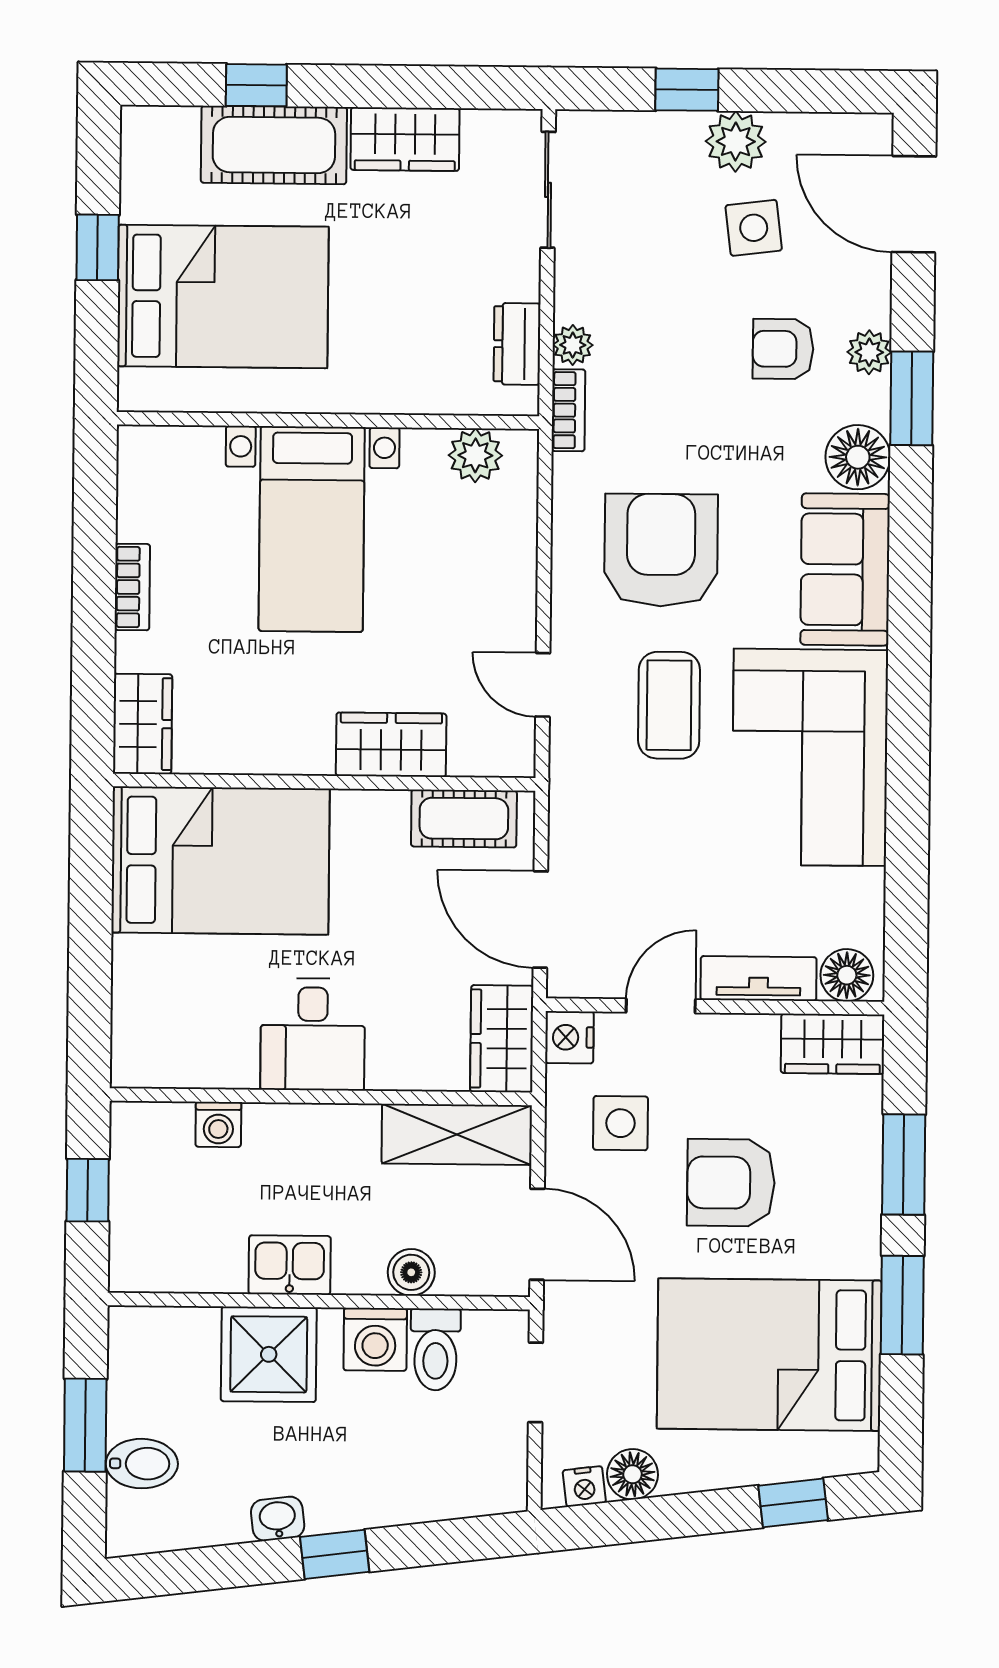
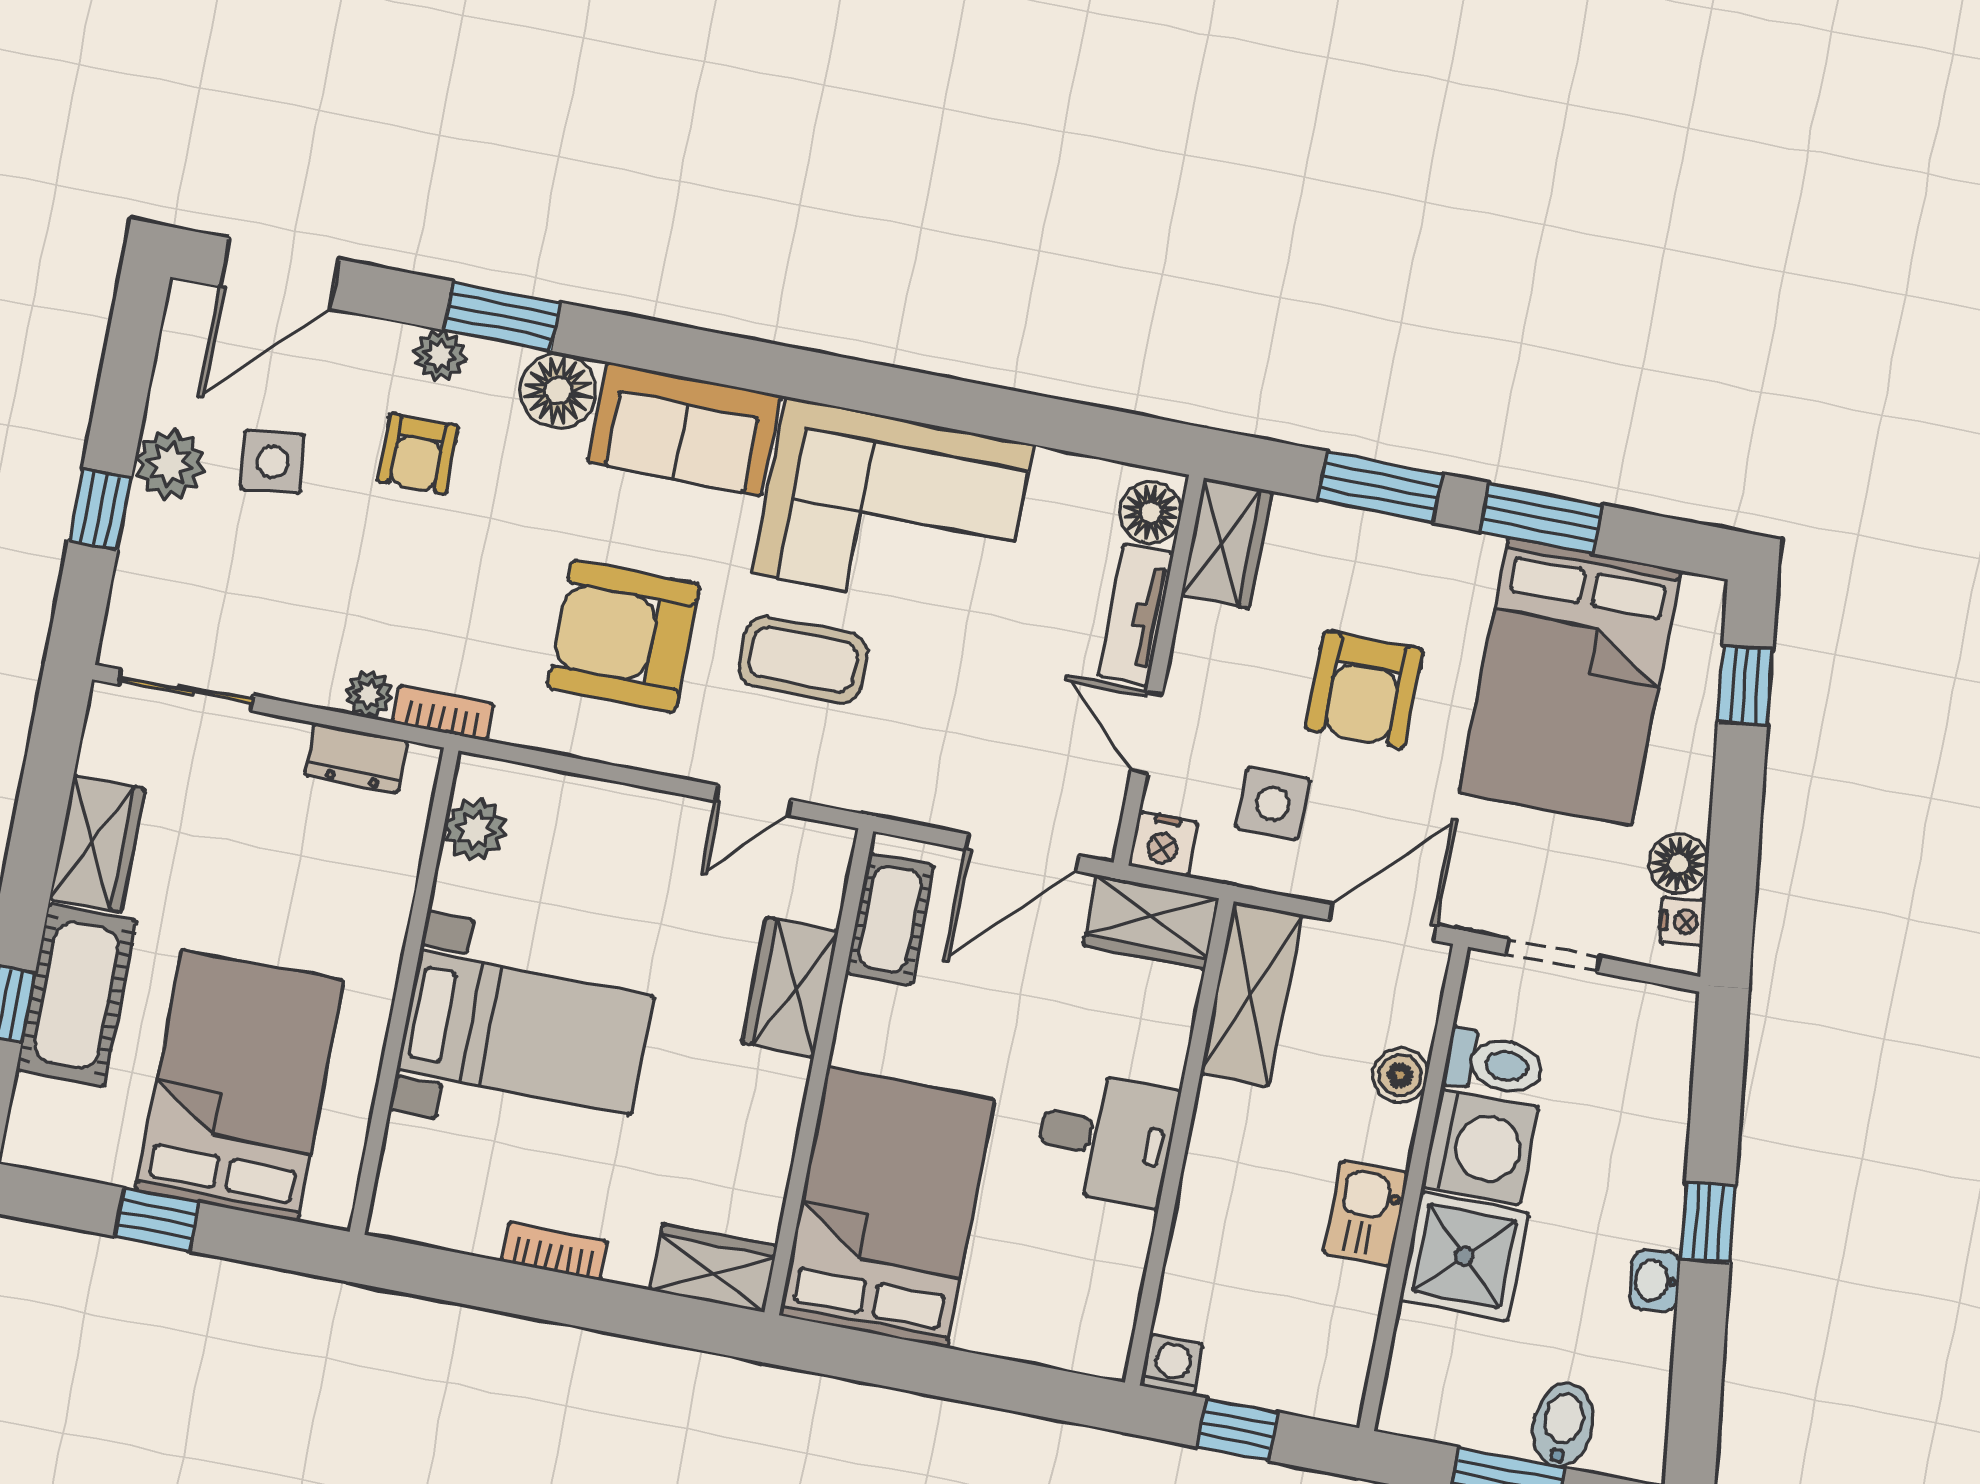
washing machine: (218, 1124) -> (1172, 1365), moved, turned -90
washing machine: (375, 1339) -> (1480, 1147), width x1.37, depth x1.37

